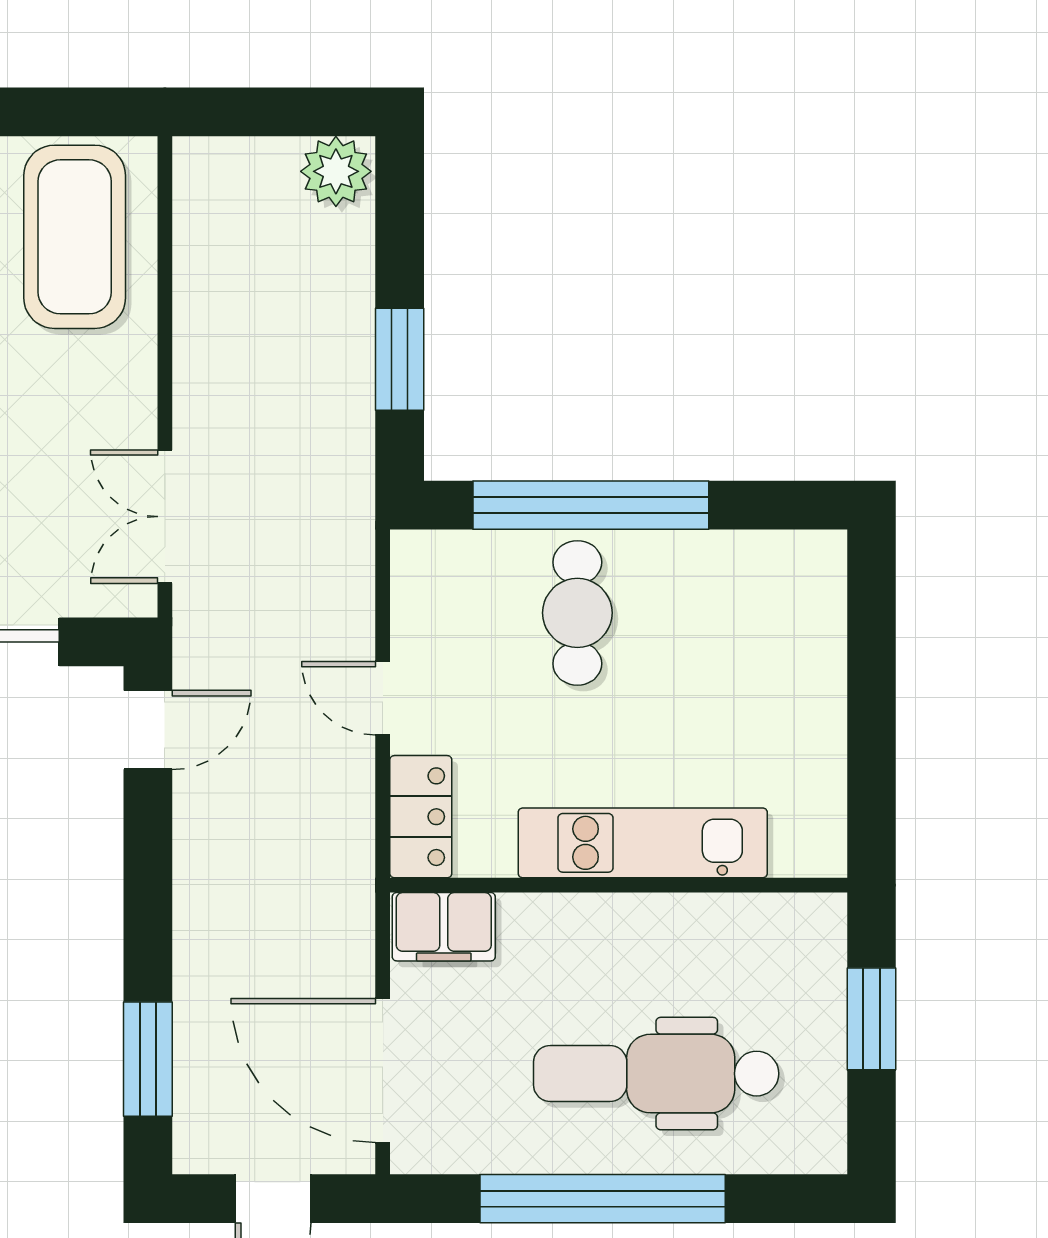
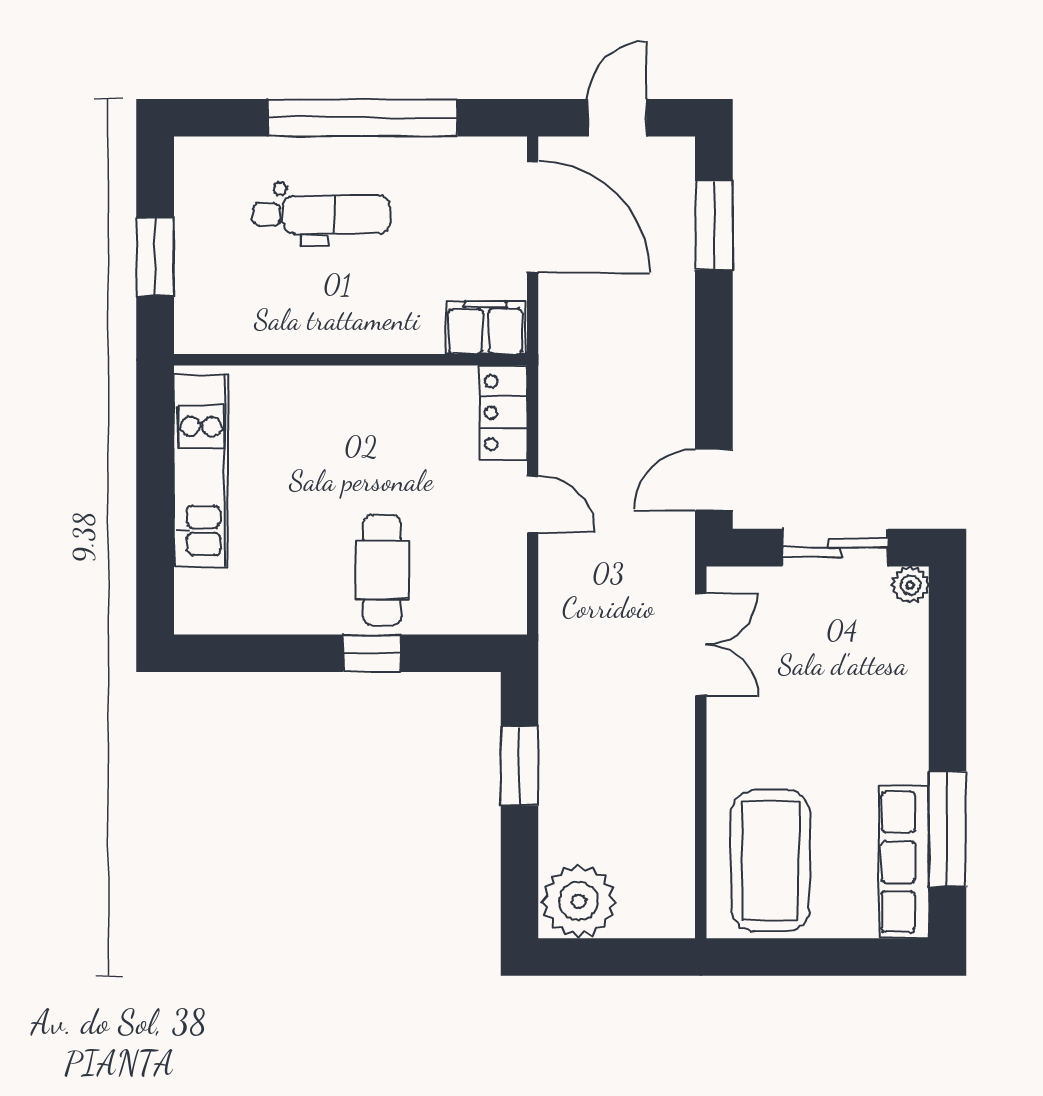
plant: (336, 171) -> (579, 901), width x1.36, depth x1.36
window: (591, 505) -> (372, 653), width x0.32
kitchen unit: (643, 843) -> (201, 471), moved, turned -90
dental chair: (656, 1074) -> (321, 214), width x0.73, depth x0.72

